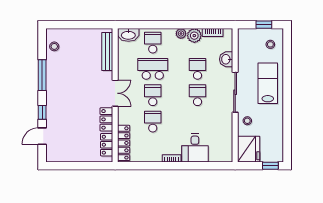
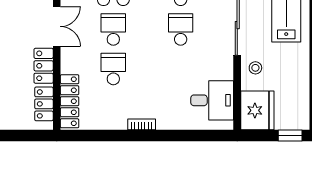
desk: (195, 148) -> (212, 100), moved, turned -90

